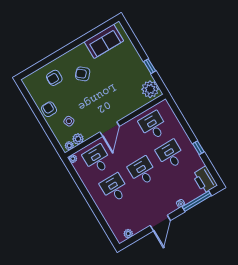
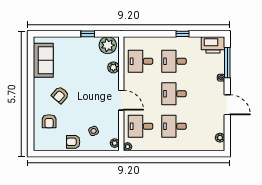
plant: (78, 139) -> (113, 67), moved

